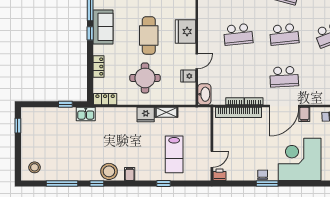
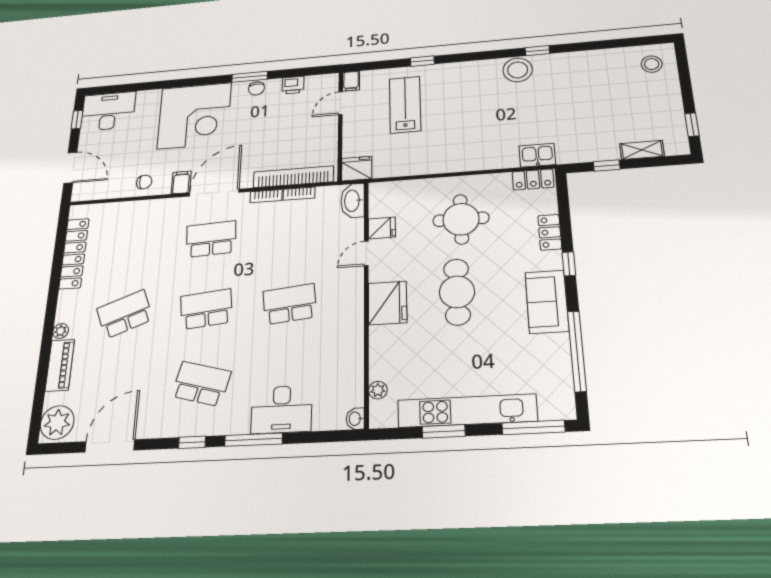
window: (90, 33) -> (569, 264), moved
shelving: (166, 112) -> (642, 150), moved
kitchen sink: (86, 114) -> (537, 155), moved
fridge: (146, 115) -> (357, 169), moved
filing cabinet: (130, 174) -> (351, 81), moved
printer: (219, 175) -> (293, 85), moved
window: (62, 184) -> (599, 45), removed

